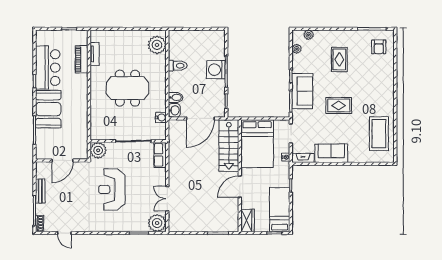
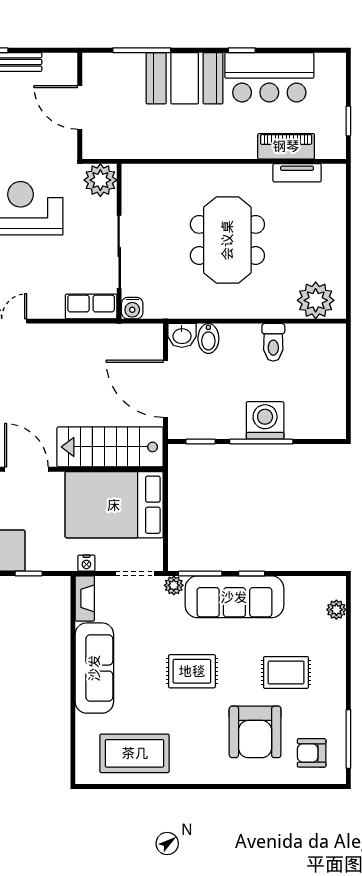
plant: (297, 49) -> (174, 585), moved
armchair: (368, 75) -> (255, 732), added
sofa: (302, 91) -> (234, 597), width x1.36
rug: (339, 105) -> (192, 671), turned 90
water cooler: (161, 117) -> (132, 308), moved
sofa: (331, 153) -> (94, 668), width x1.36

